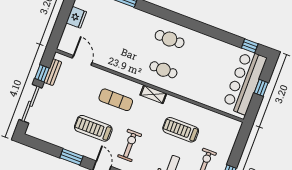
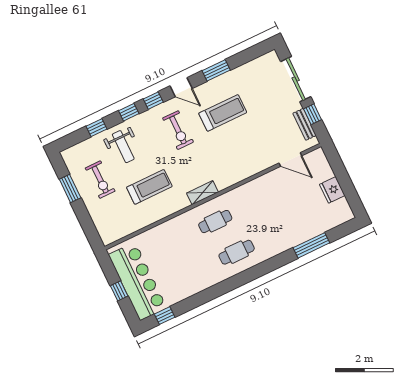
exercise mat: (116, 100) -> (229, 156), removed

